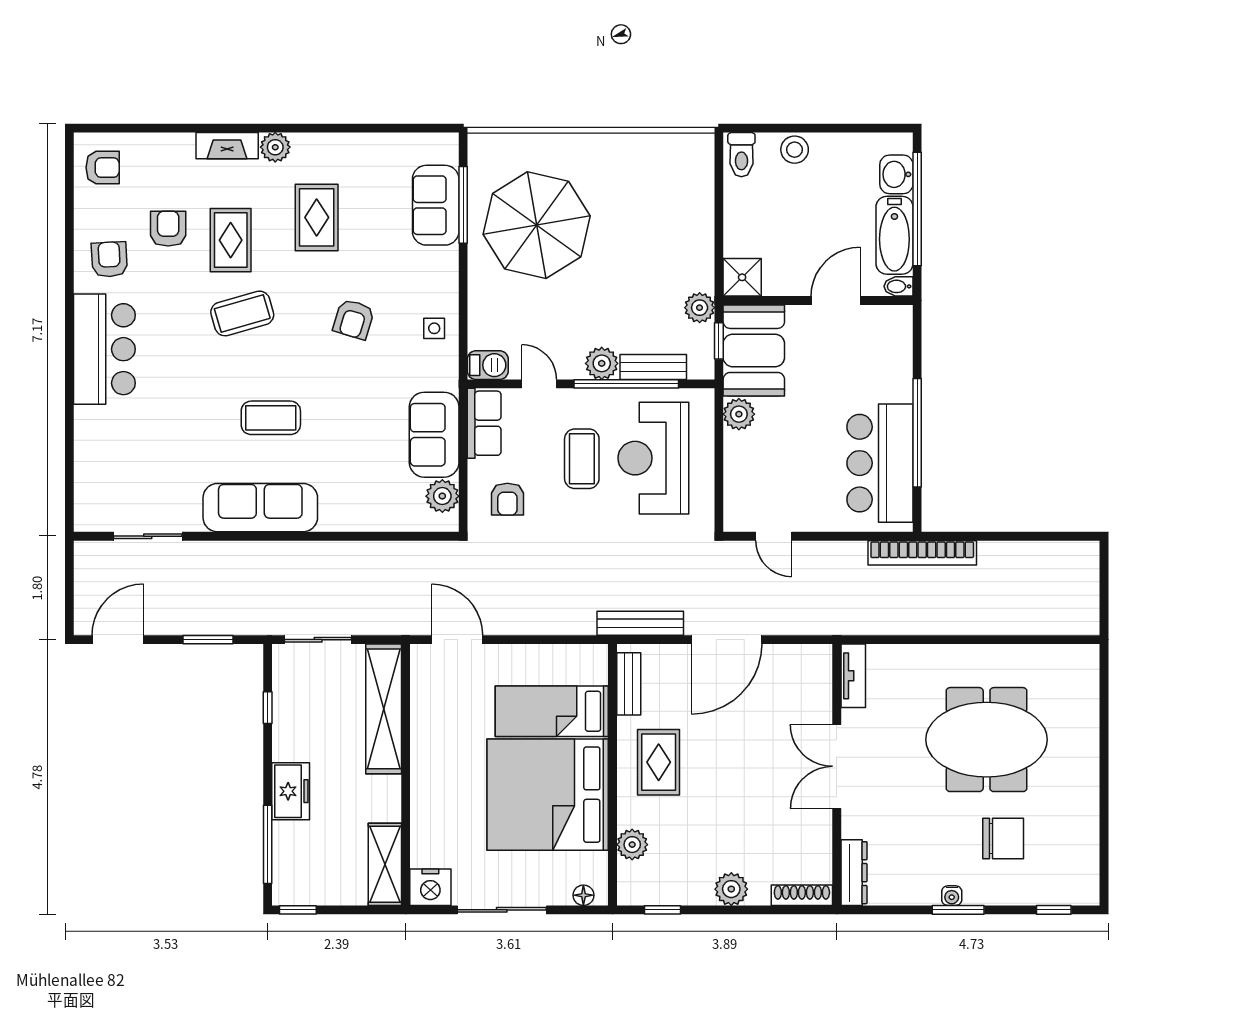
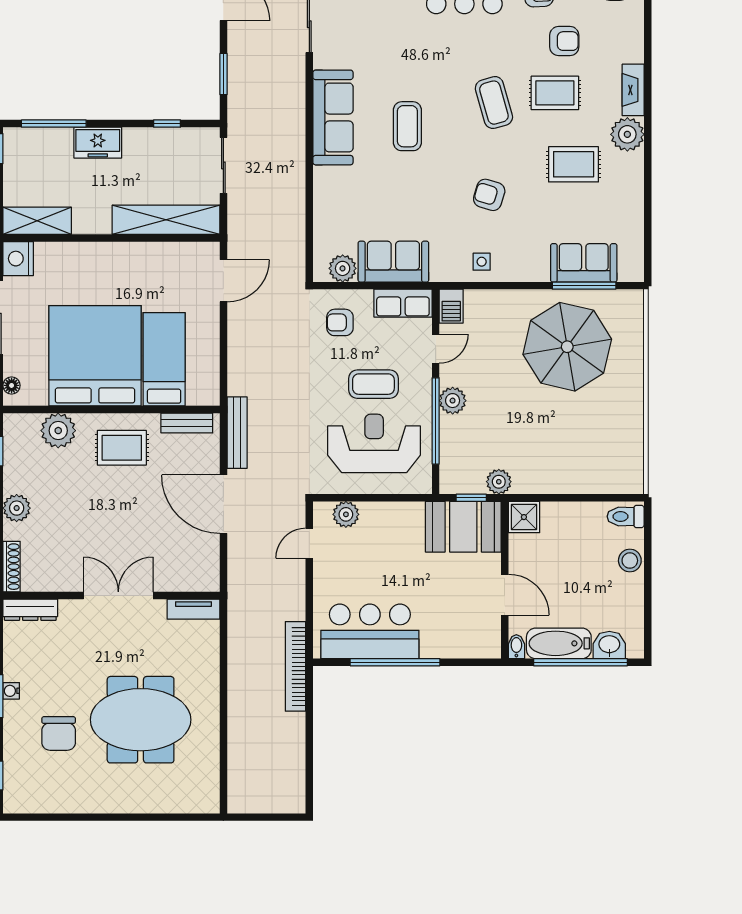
plant: (275, 147) -> (627, 134), width x1.36, depth x1.36
bench: (653, 367) -> (450, 443), removed
plant: (739, 414) -> (346, 514), moved
meeting table: (987, 740) -> (141, 720), turned 90
plant: (632, 845) -> (58, 431), width x1.36, depth x1.36

